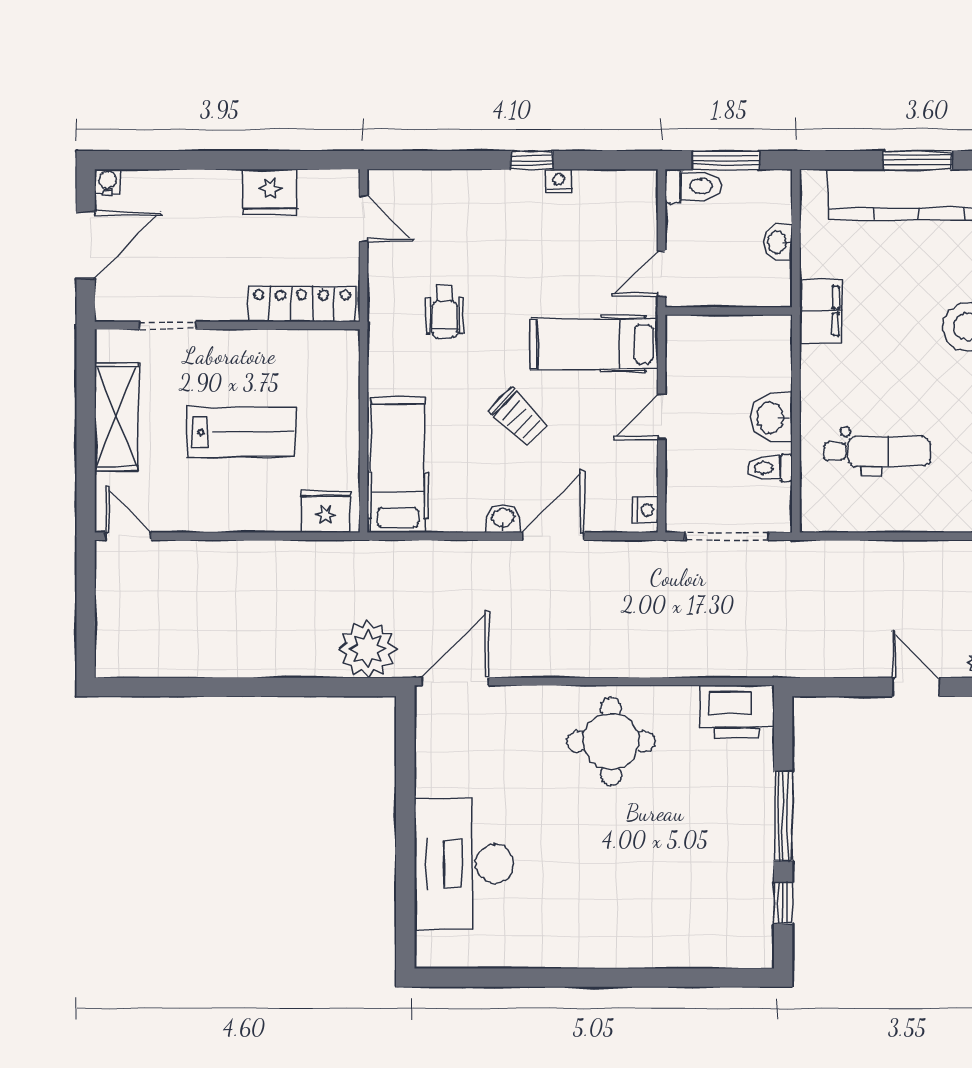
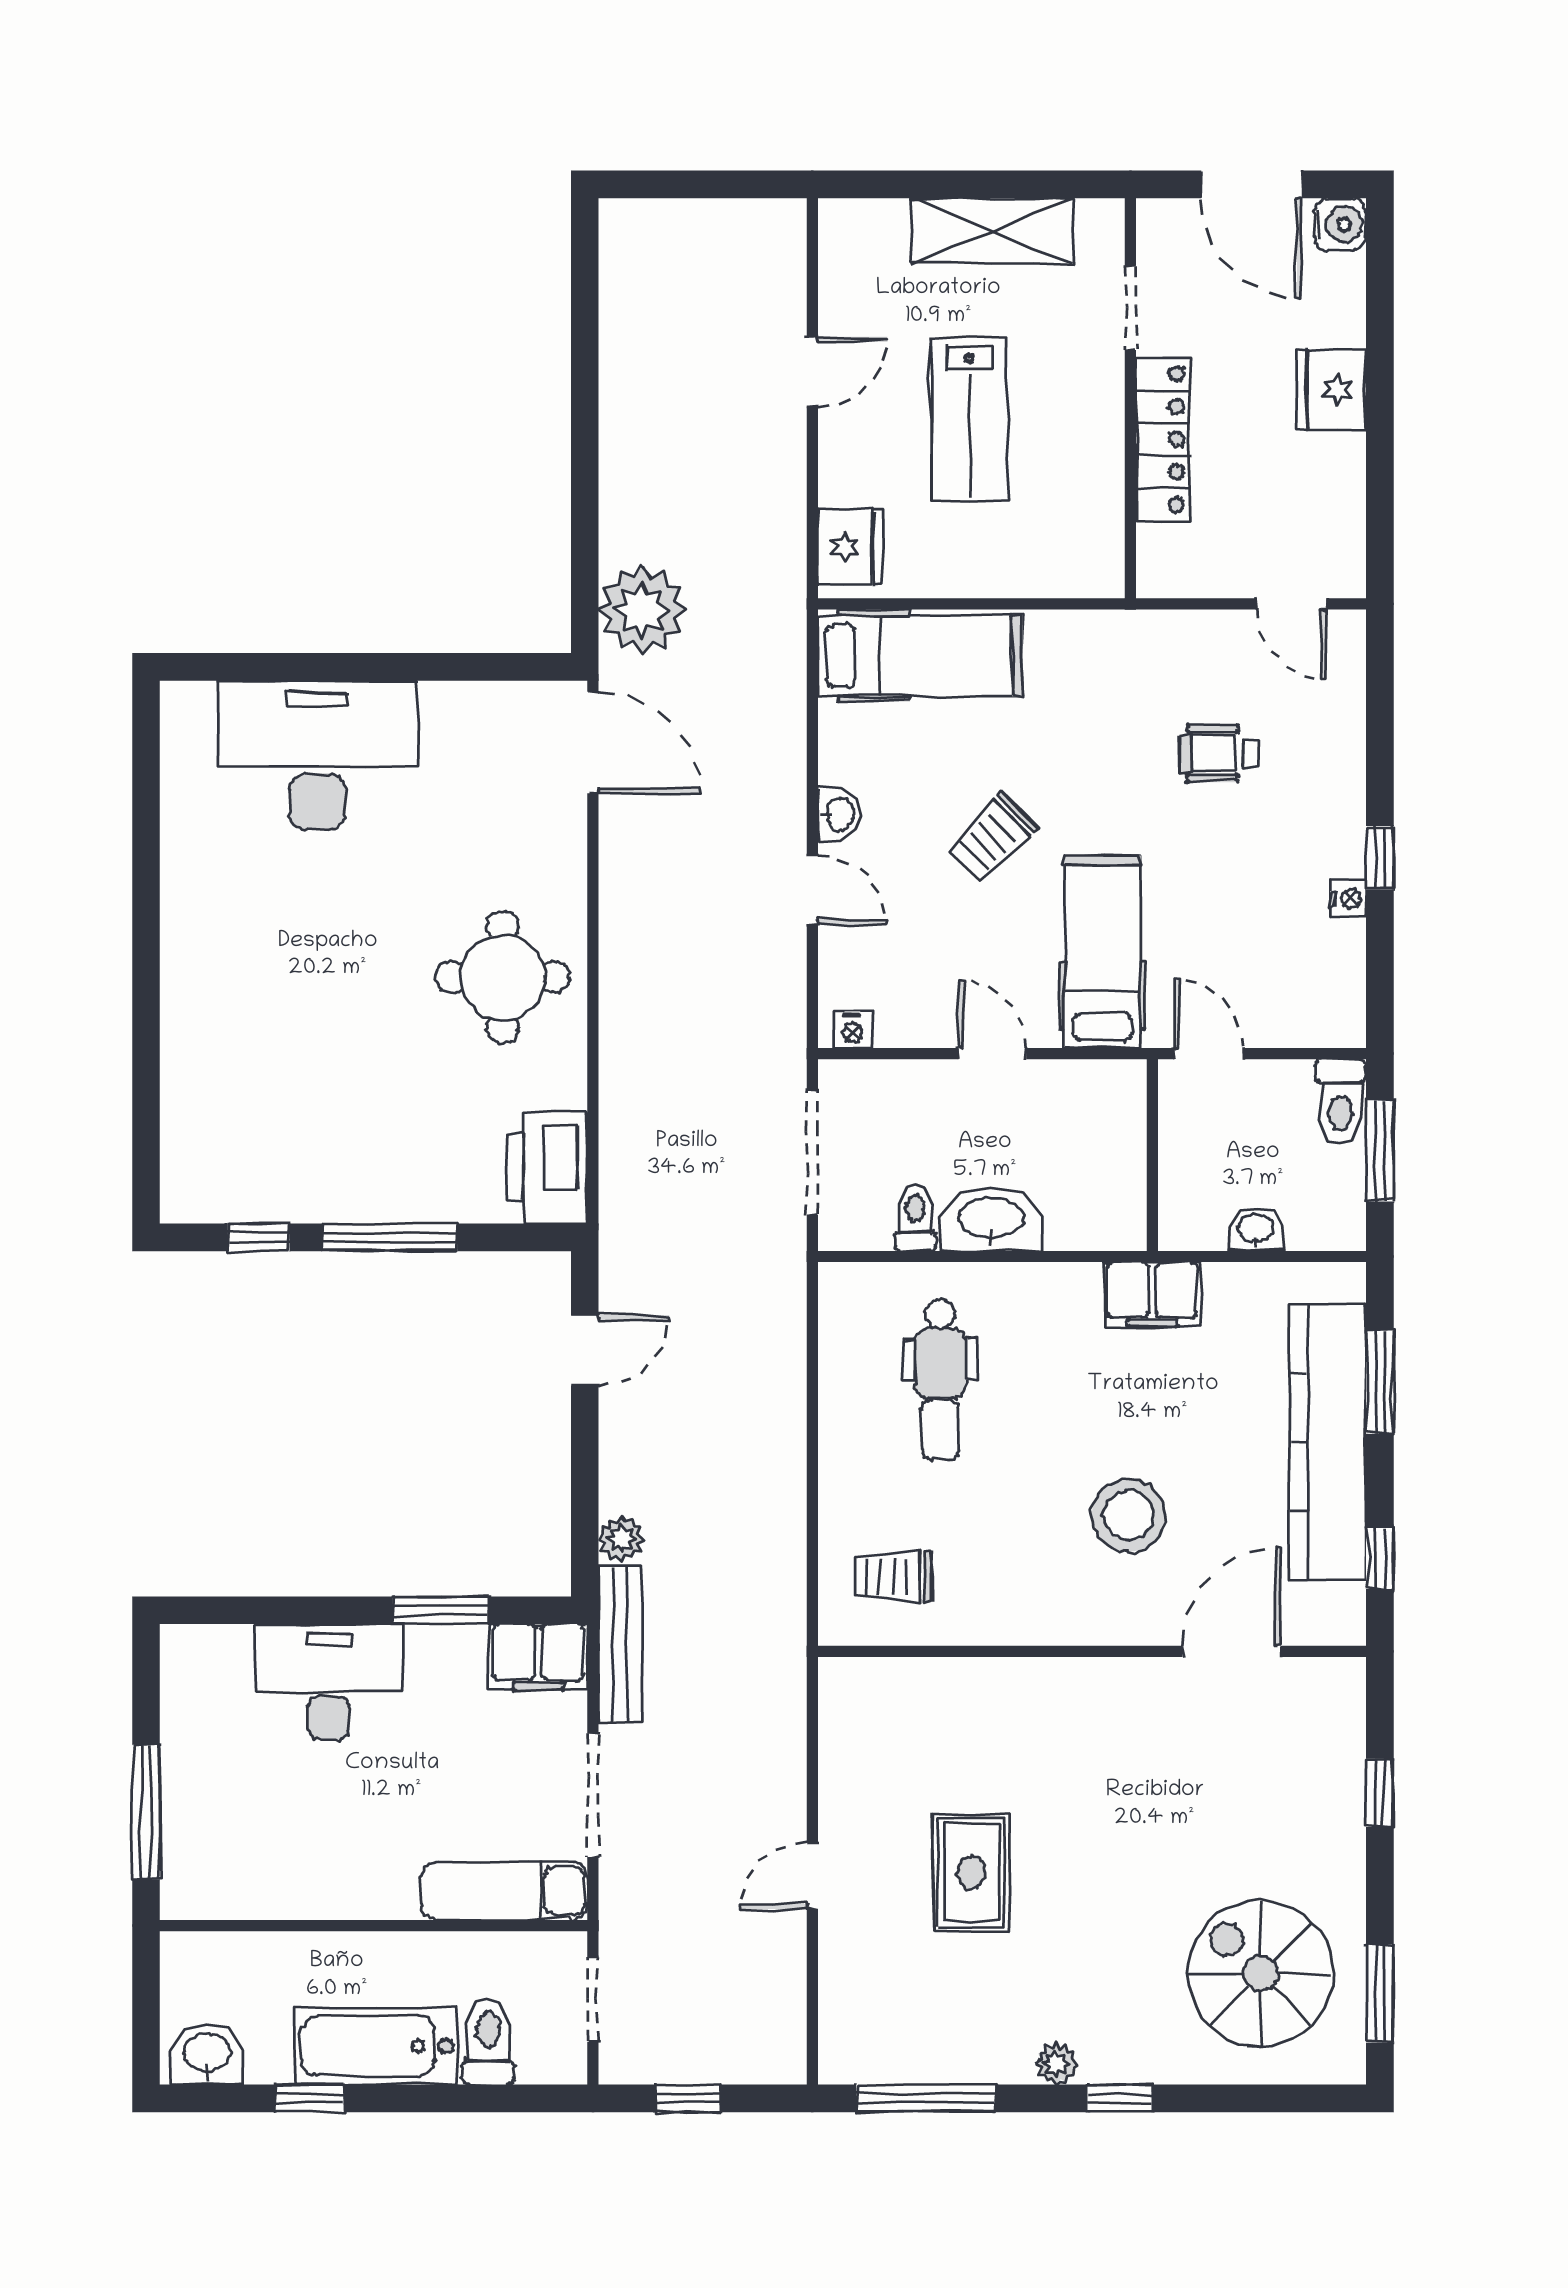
window: (917, 160) -> (1380, 1382), moved
water cooler: (107, 182) -> (1340, 224), width x1.38, depth x1.38
fridge: (270, 192) -> (1331, 389), moved
door: (364, 219) -> (1292, 604), hinge flipped
locker: (302, 304) -> (1163, 439), moved
wheelchair: (445, 311) -> (1219, 753), moved
washbasin: (772, 418) -> (991, 1220), width x1.38
door: (128, 536) -> (812, 372), moved
door: (553, 536) -> (812, 890), width x0.73
door: (916, 687) -> (585, 1350), moved

